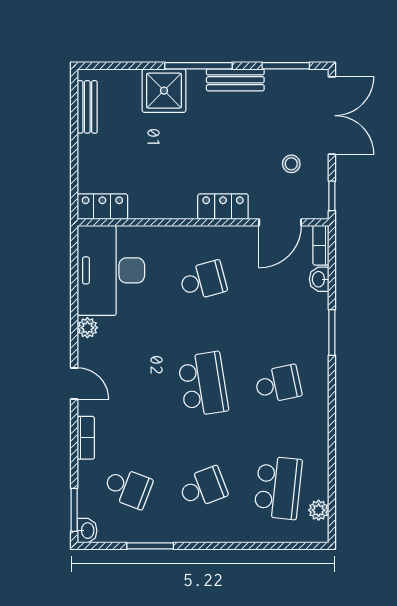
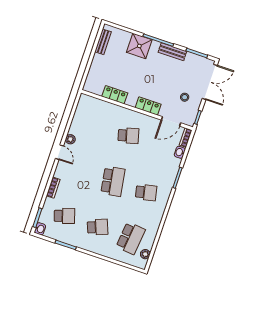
locker: (102, 207) -> (115, 95), moved
desk: (111, 270) -> (89, 117), removed
door: (74, 383) -> (59, 152), moved
school desk: (128, 488) -> (64, 216), turned -39

